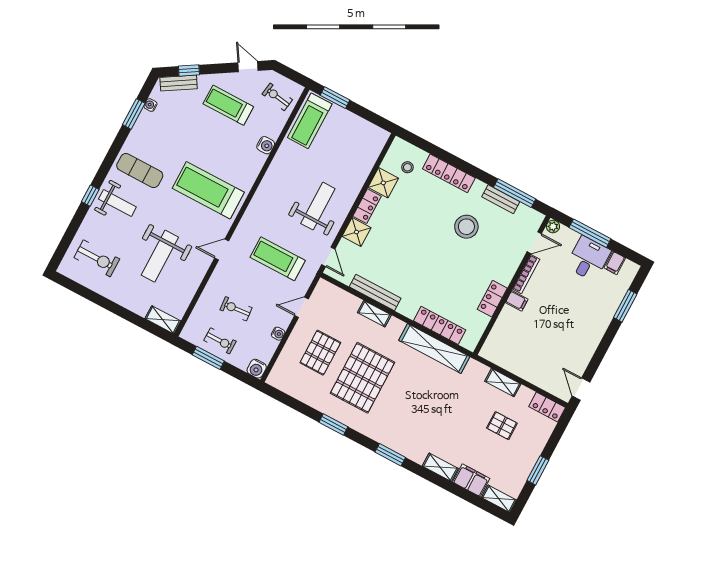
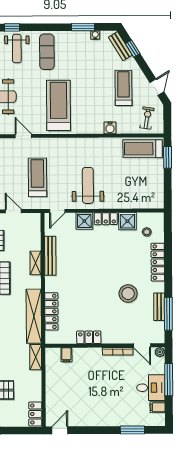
weight bench: (318, 206) -> (88, 185), turned -90
filing cabinet: (517, 301) -> (66, 355), moved
shelving: (503, 383) -> (36, 357), moved

